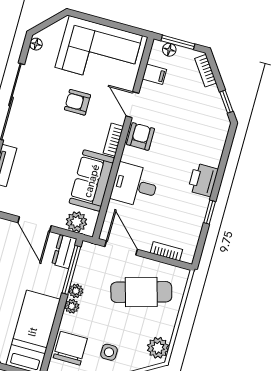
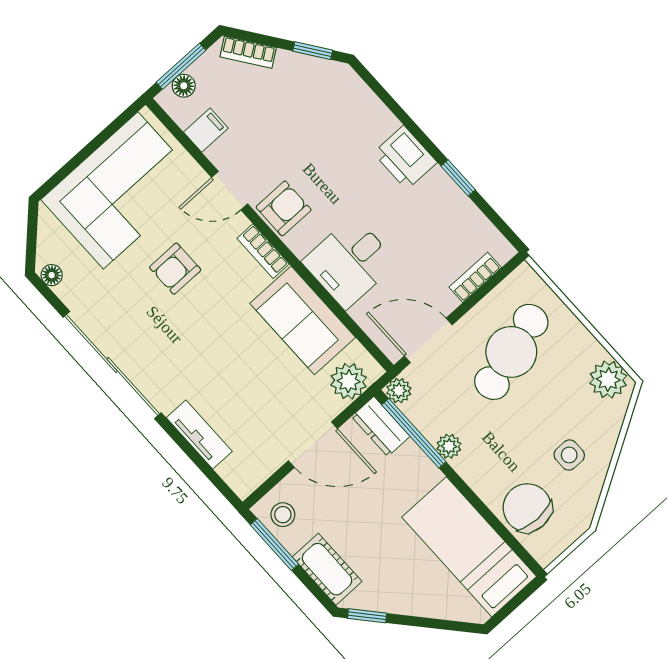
armchair: (140, 136) -> (284, 208), turned 90
plant: (72, 306) -> (399, 391), moved

